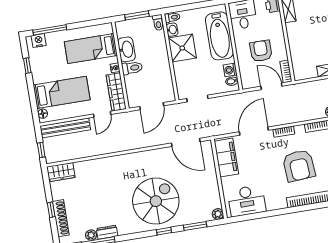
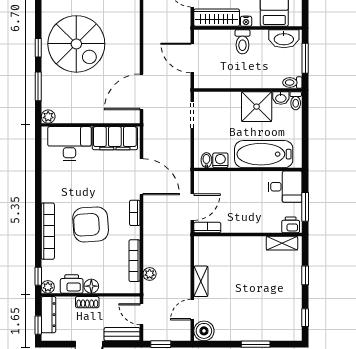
washbasin: (126, 49) -> (284, 39), moved
armchair: (261, 51) -> (237, 201), removed
desk: (247, 201) -> (69, 144), moved, turned 90

